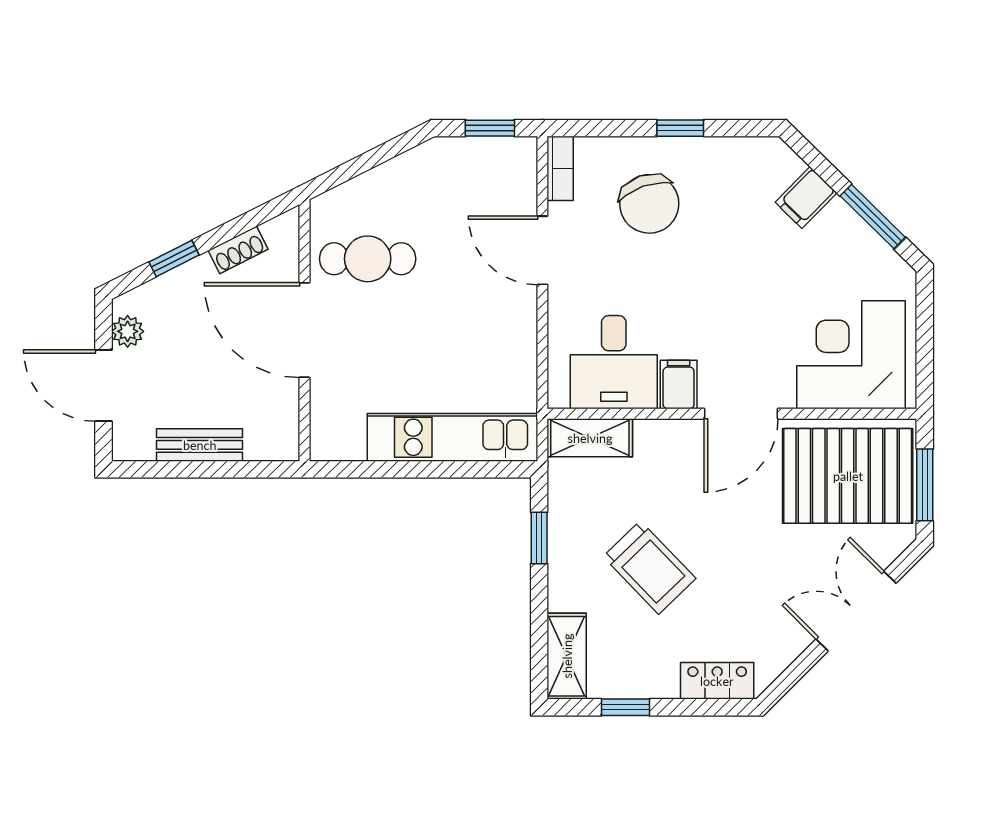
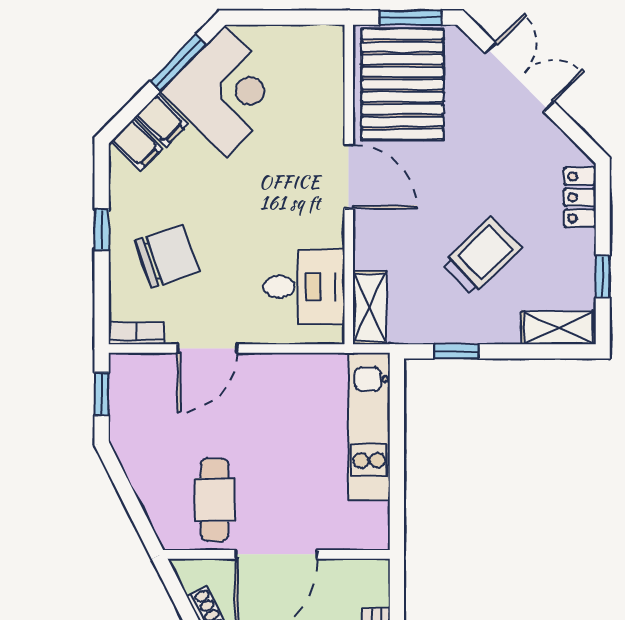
corner desk: (851, 355) -> (226, 91), moved, turned -135
filing cabinet: (679, 384) -> (137, 145), moved, turned -135
double door: (856, 611) -> (520, 77), swing flipped

